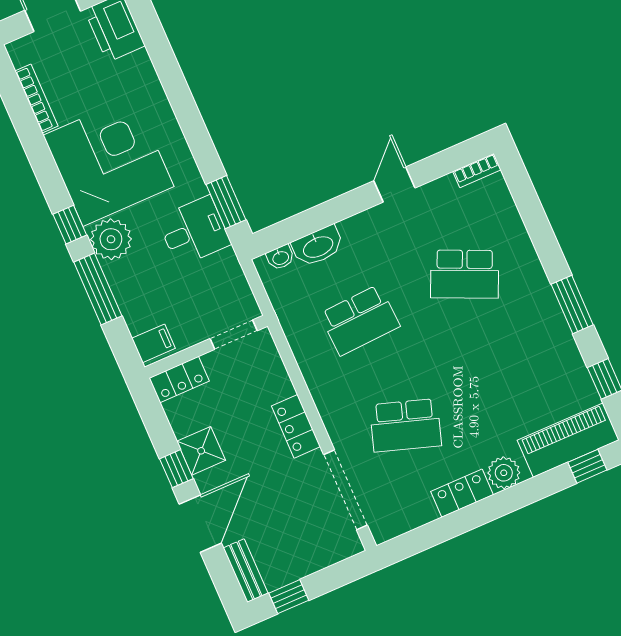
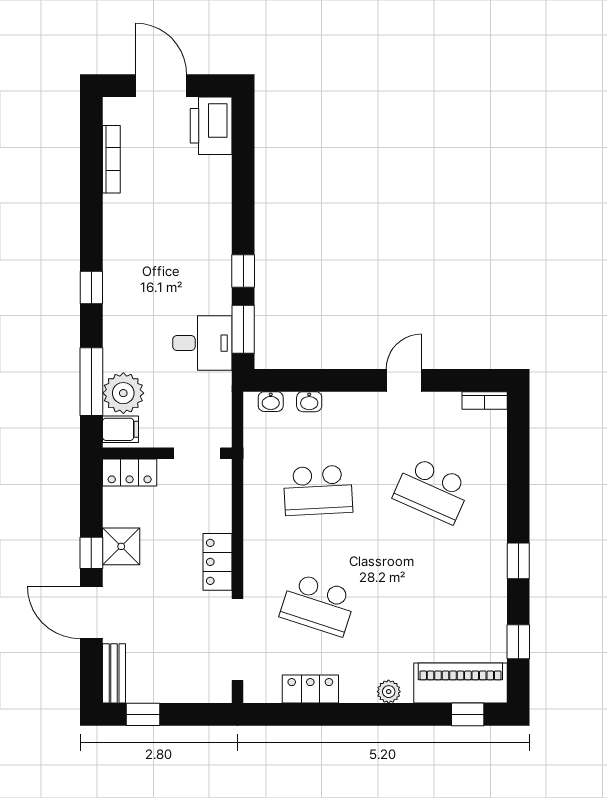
window: (203, 148) -> (243, 271), added
corner desk: (109, 161) -> (152, 245), removed
plant: (111, 239) -> (123, 393), moved
washbasin: (318, 246) -> (309, 402), width x0.52, depth x0.69
window: (98, 289) -> (91, 382), moved
window: (572, 304) -> (518, 561), width x0.67
plant: (504, 473) -> (389, 692), width x0.73, depth x0.73
locker: (462, 493) -> (310, 689), moved
door: (200, 524) -> (91, 612), swing flipped

